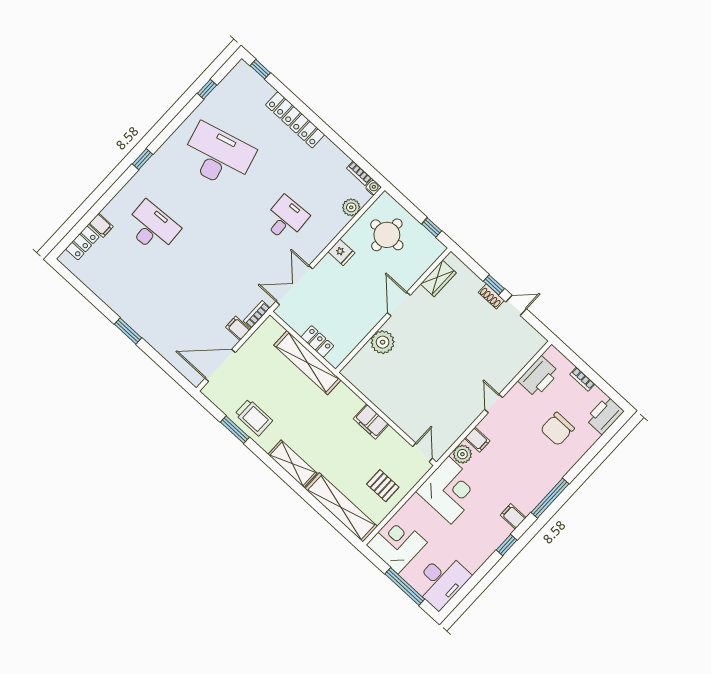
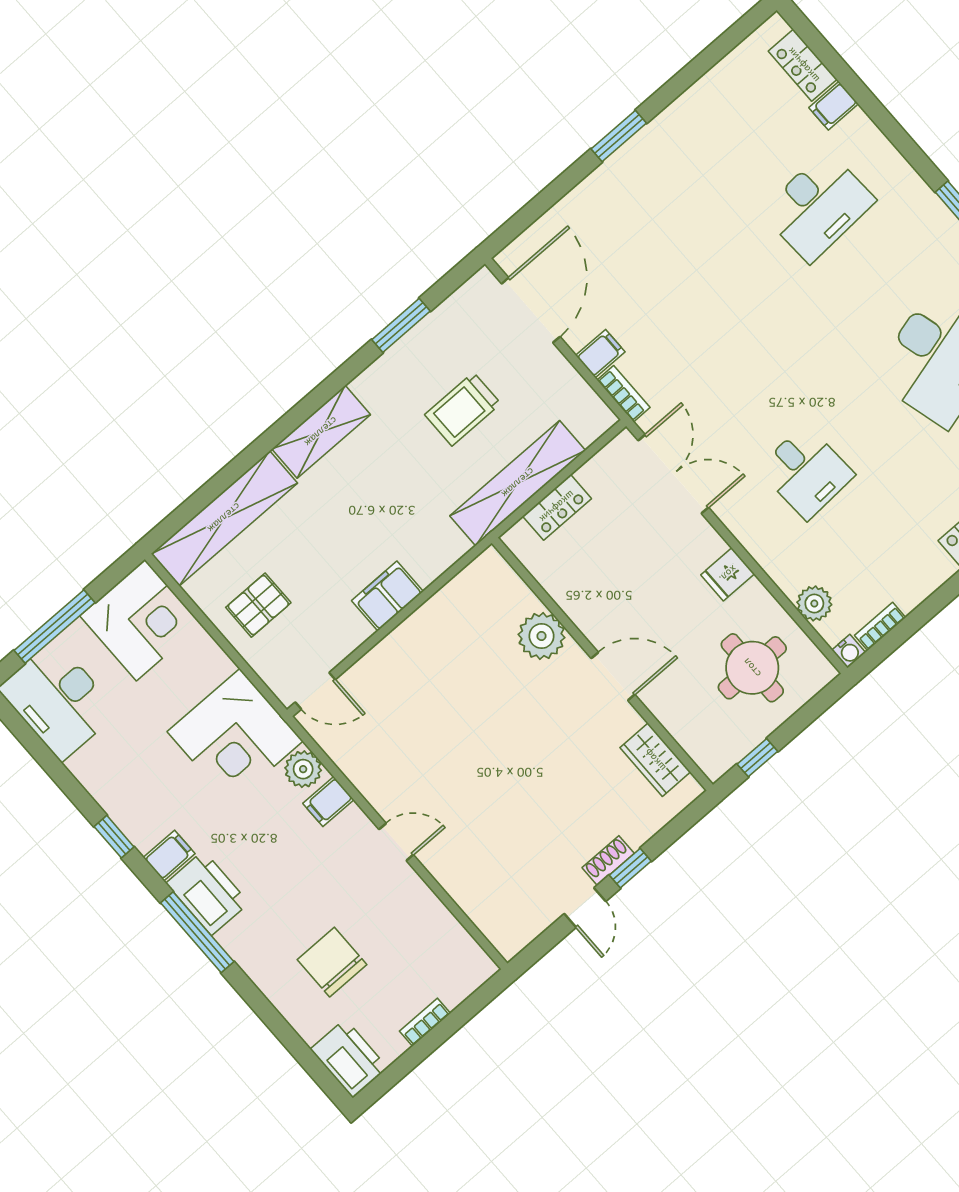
printer: (539, 377) -> (207, 893), moved, turned 180
trolley: (254, 417) -> (463, 409), moved

